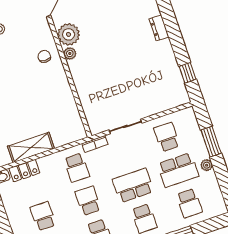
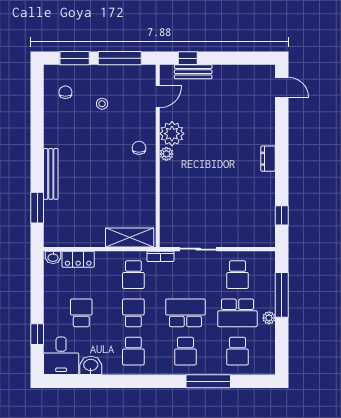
school desk: (167, 137) -> (237, 275), turned 180
window: (211, 142) -> (282, 295), width x1.44
shelving: (31, 147) -> (130, 238), moved

